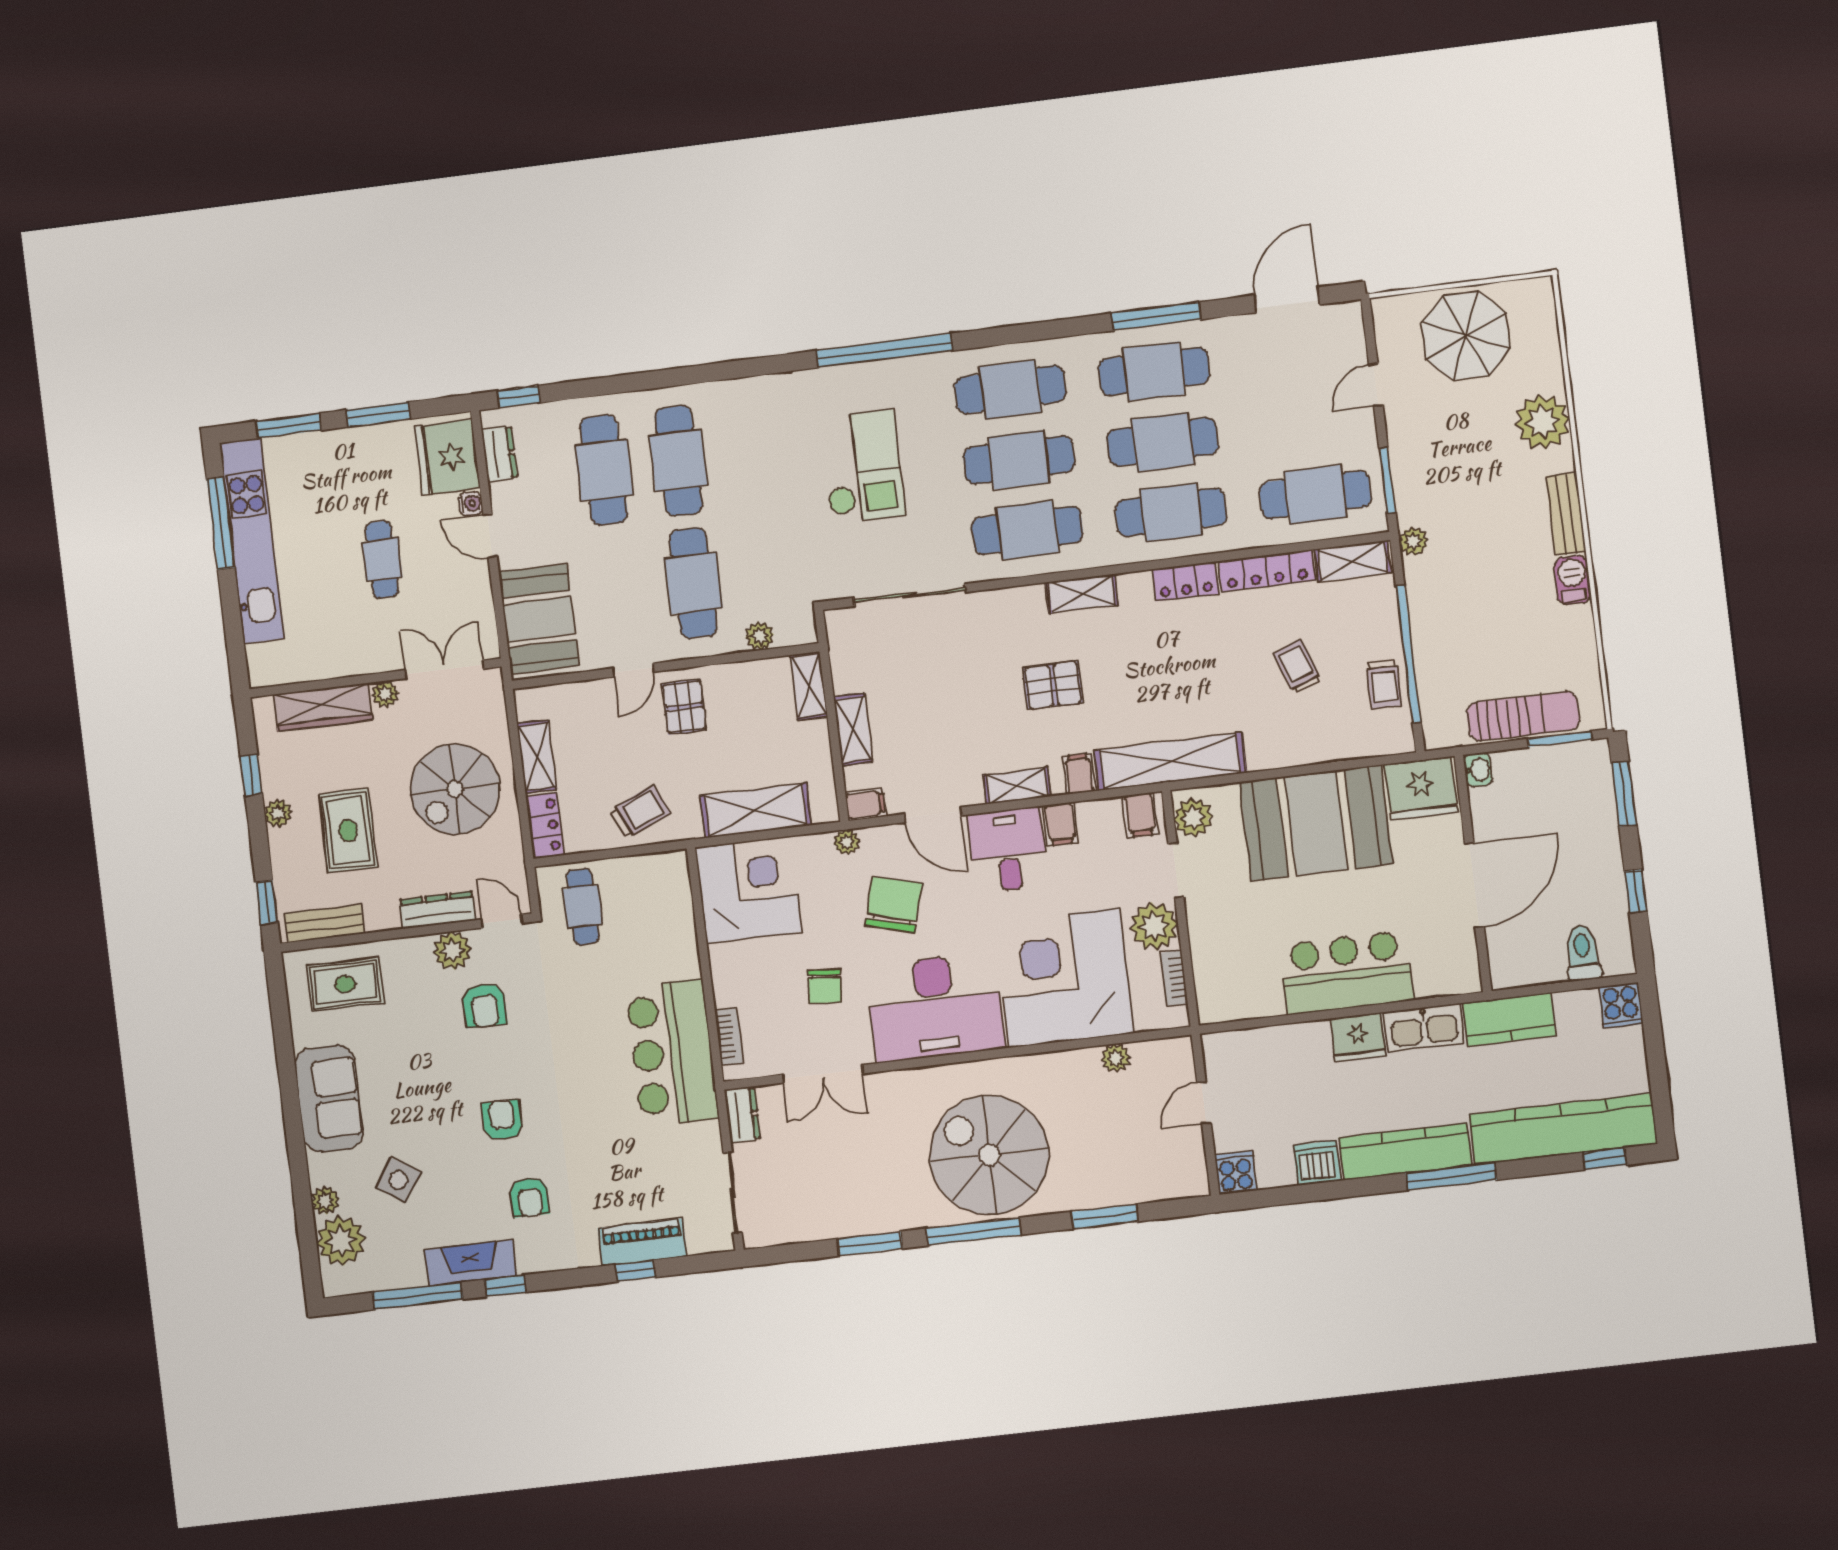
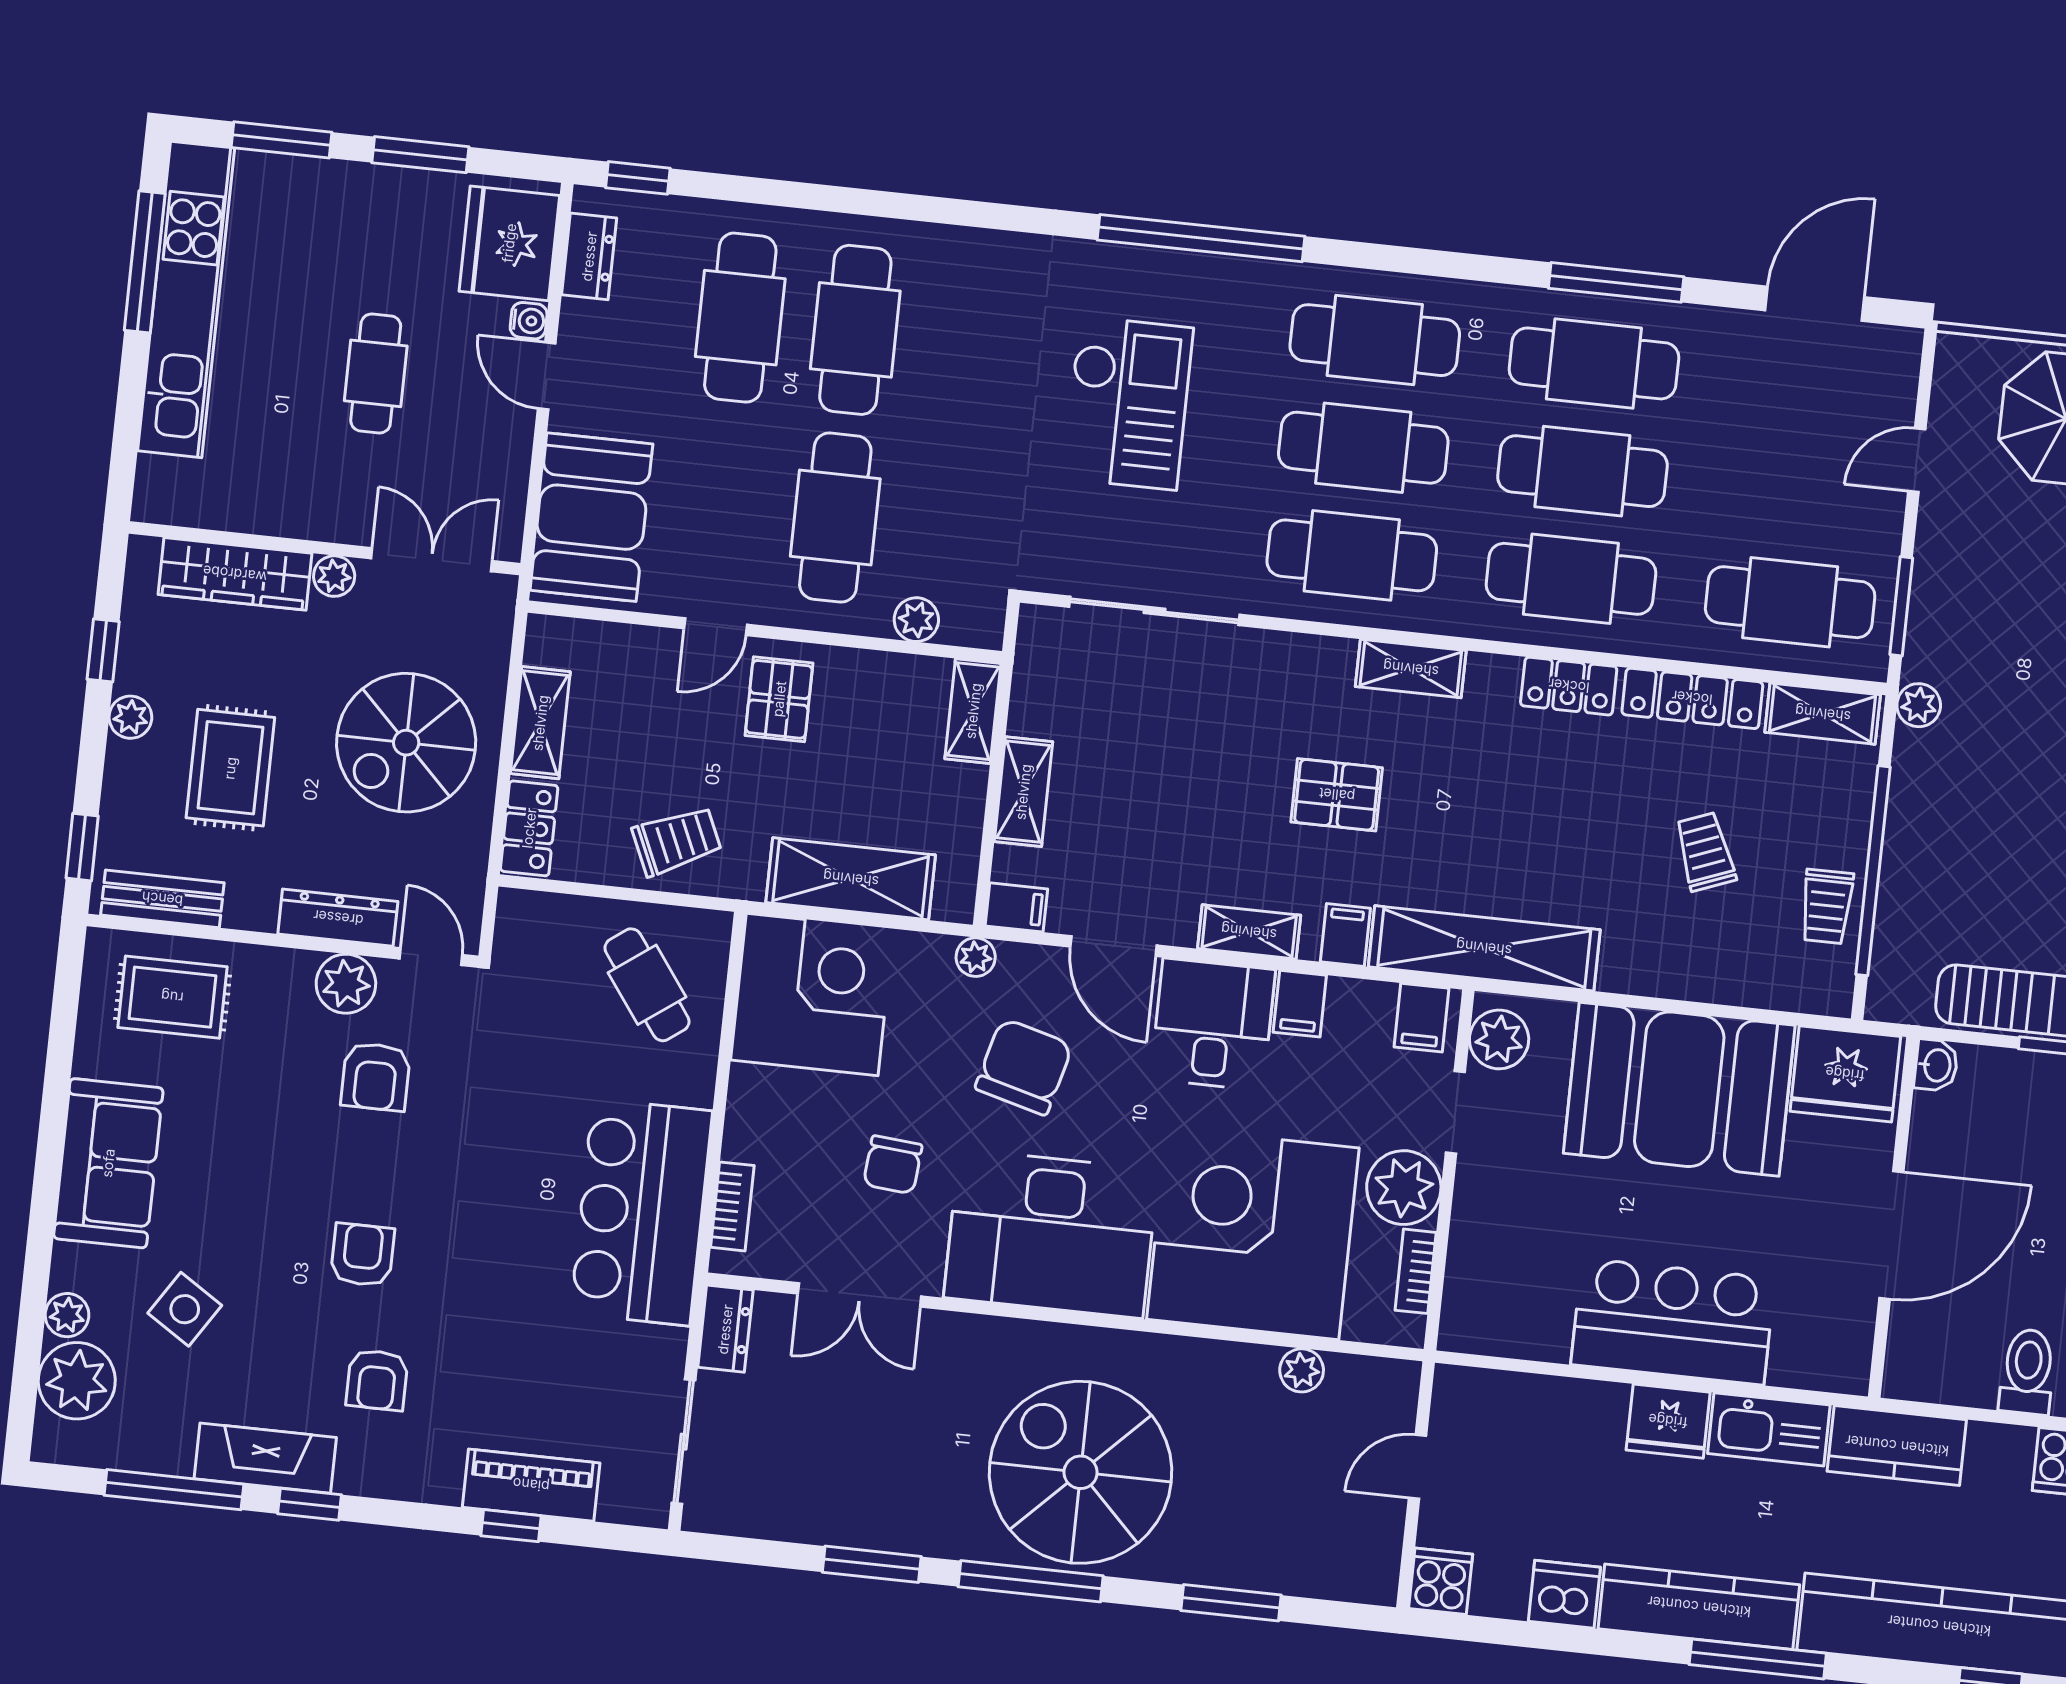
cafe table: (583, 907) -> (647, 985), moved, turned -36

